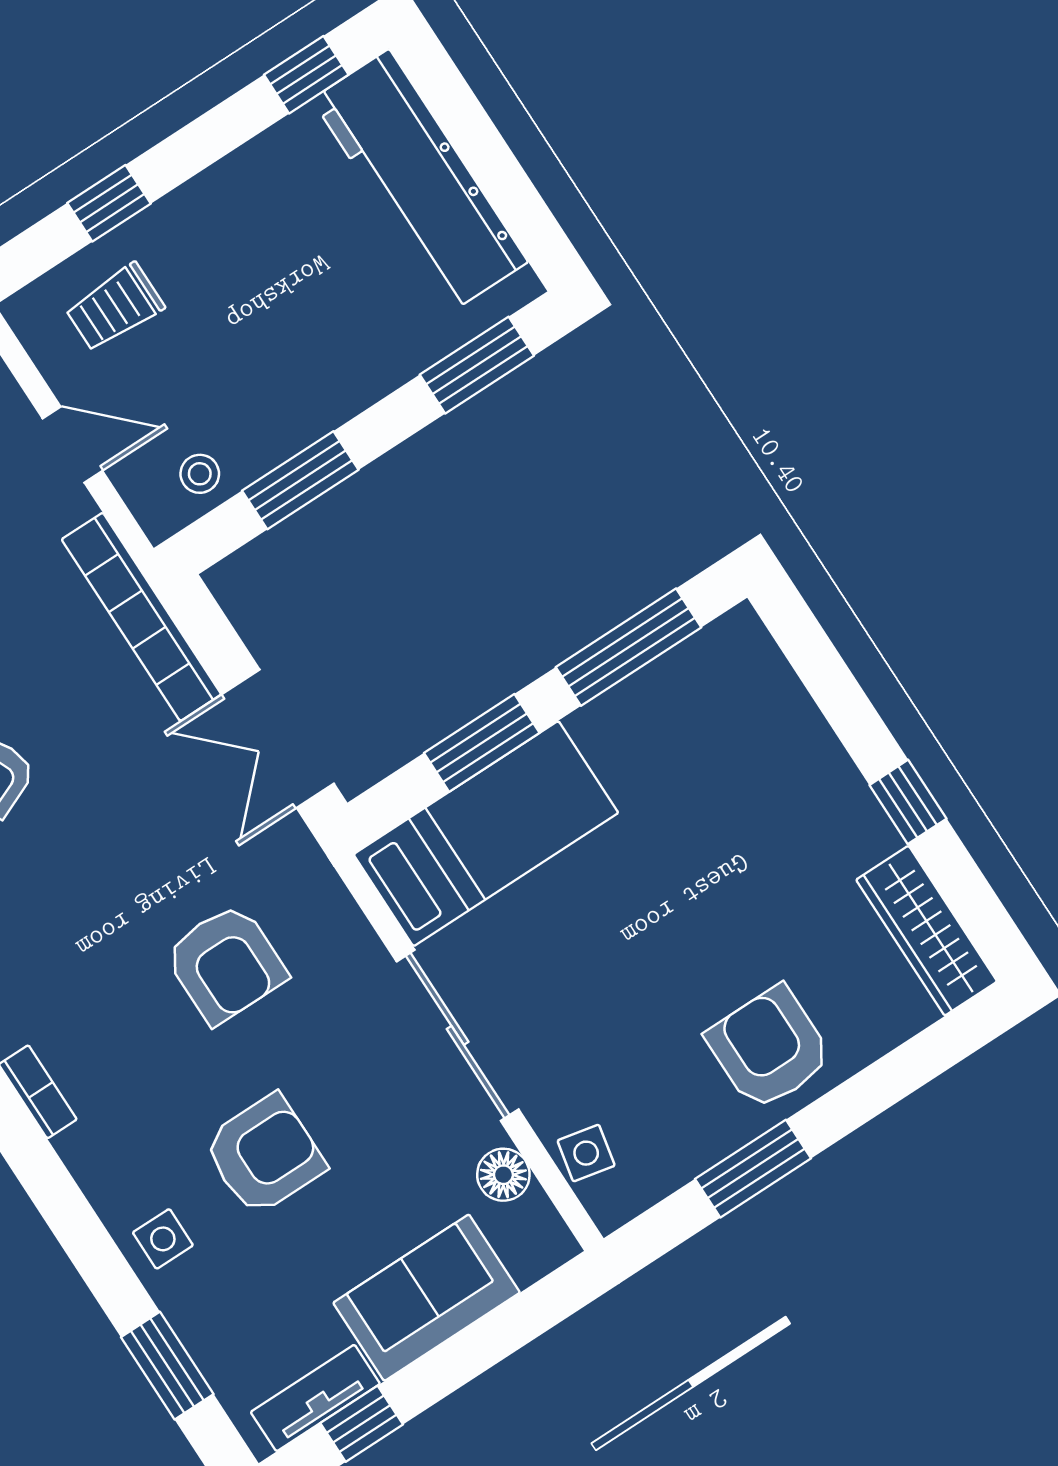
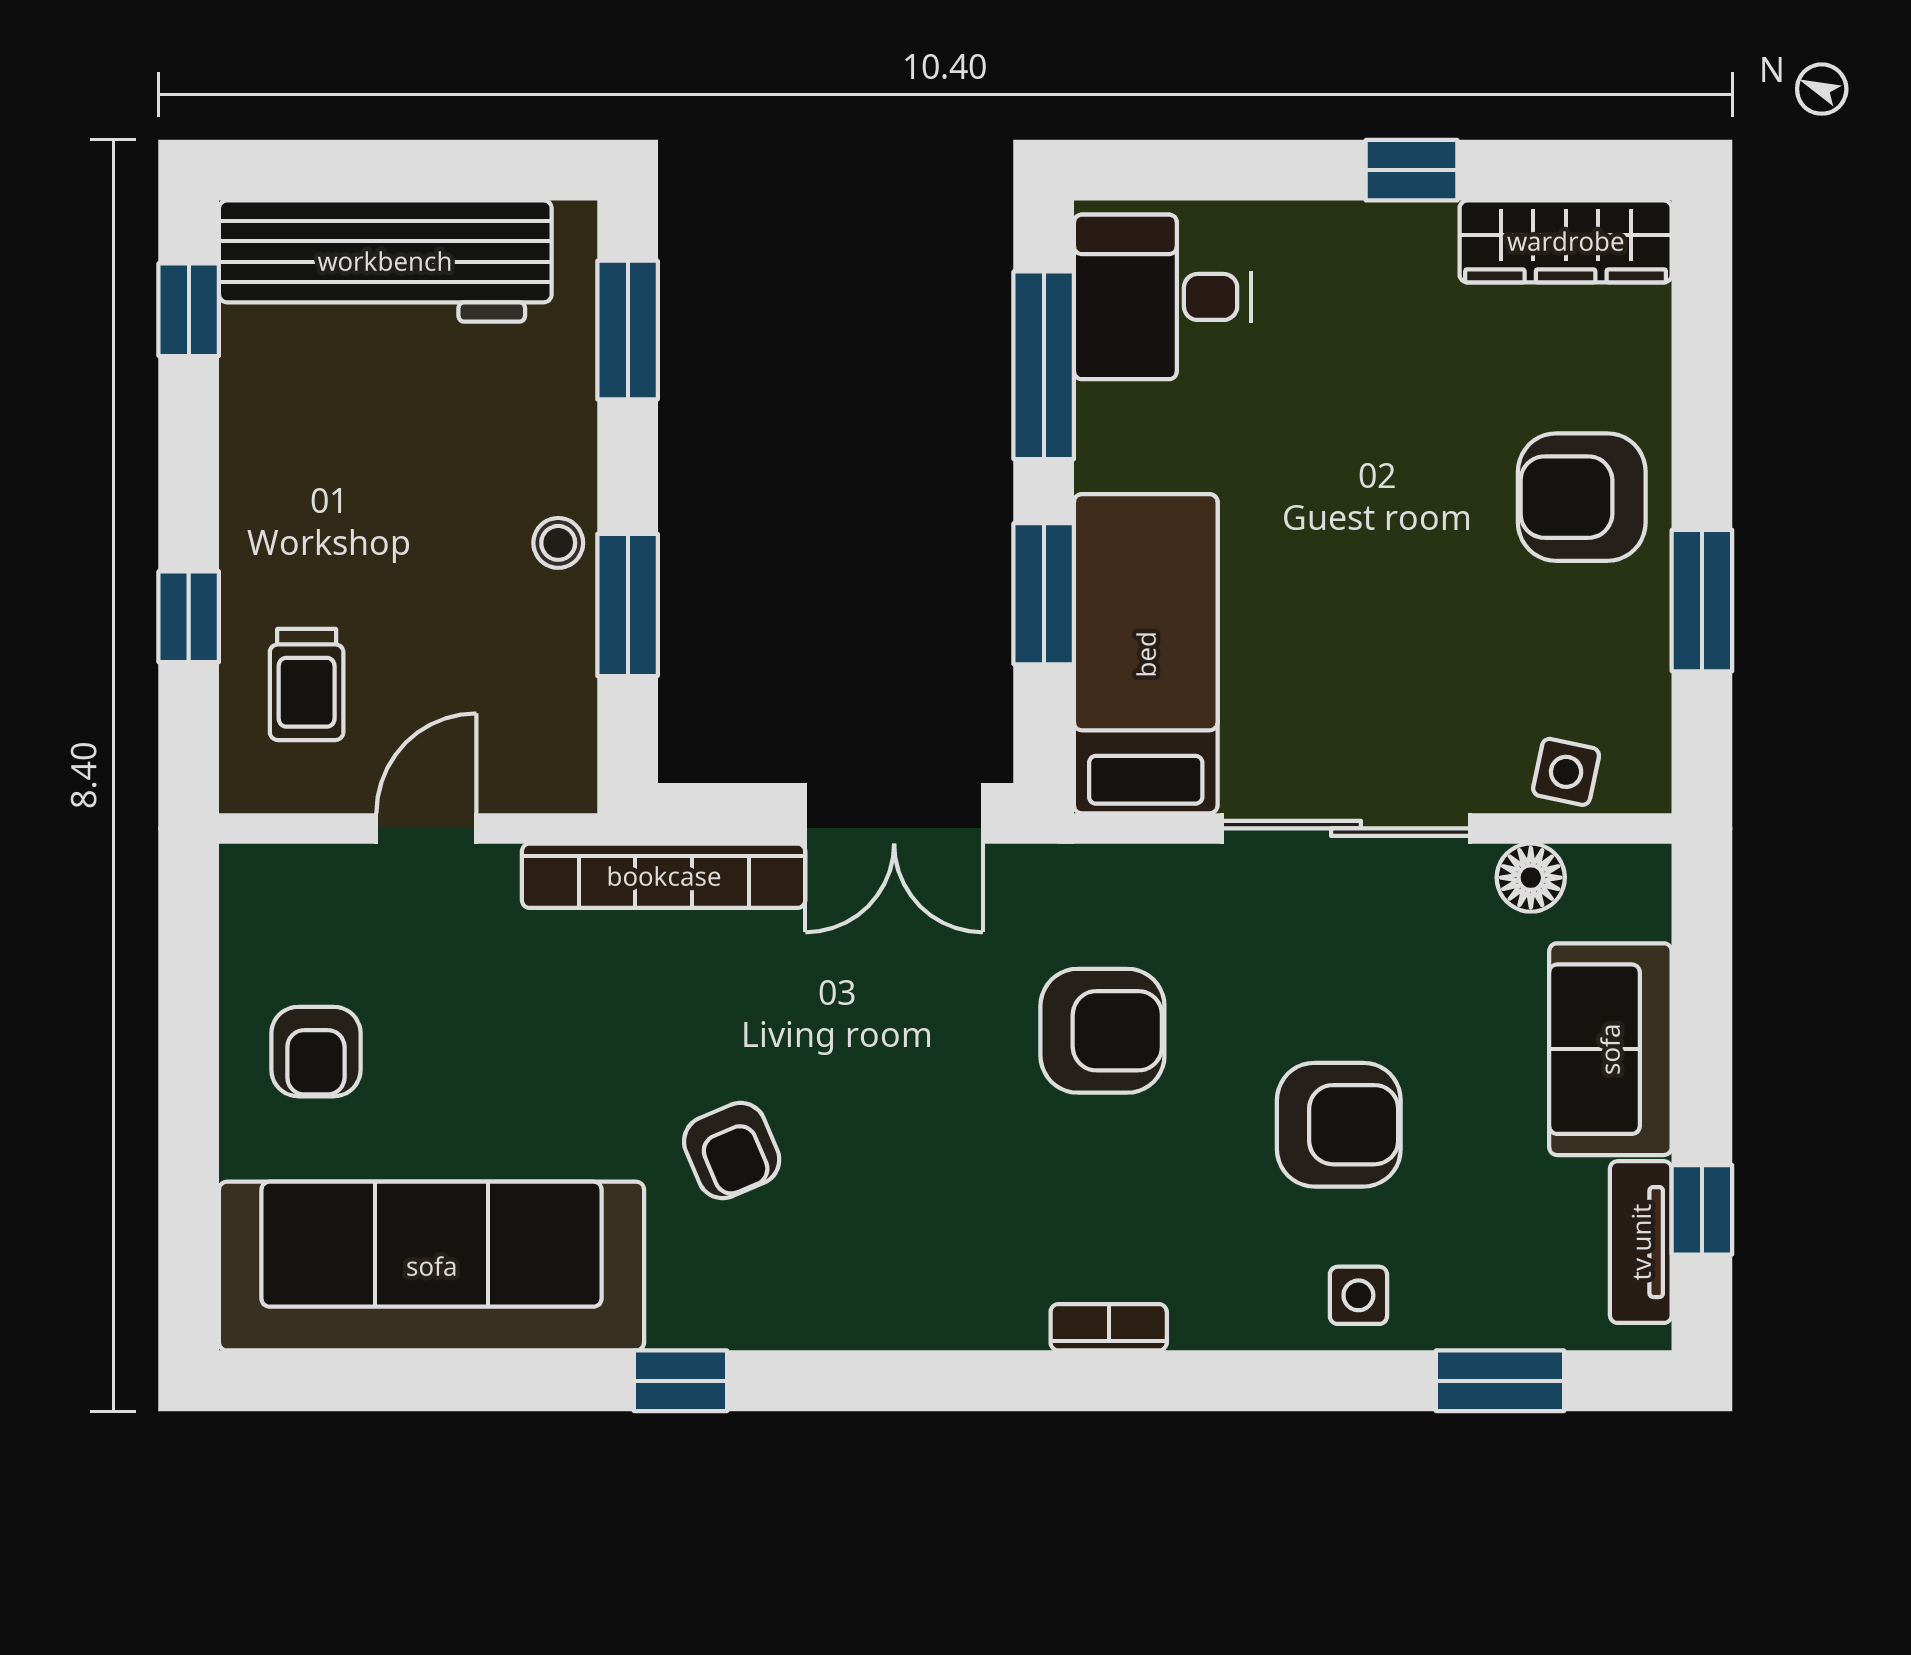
stool: (200, 474) -> (558, 543), moved
desk: (722, 695) -> (1163, 297), added
armchair: (264, 1155) -> (1339, 1125), turned 90

